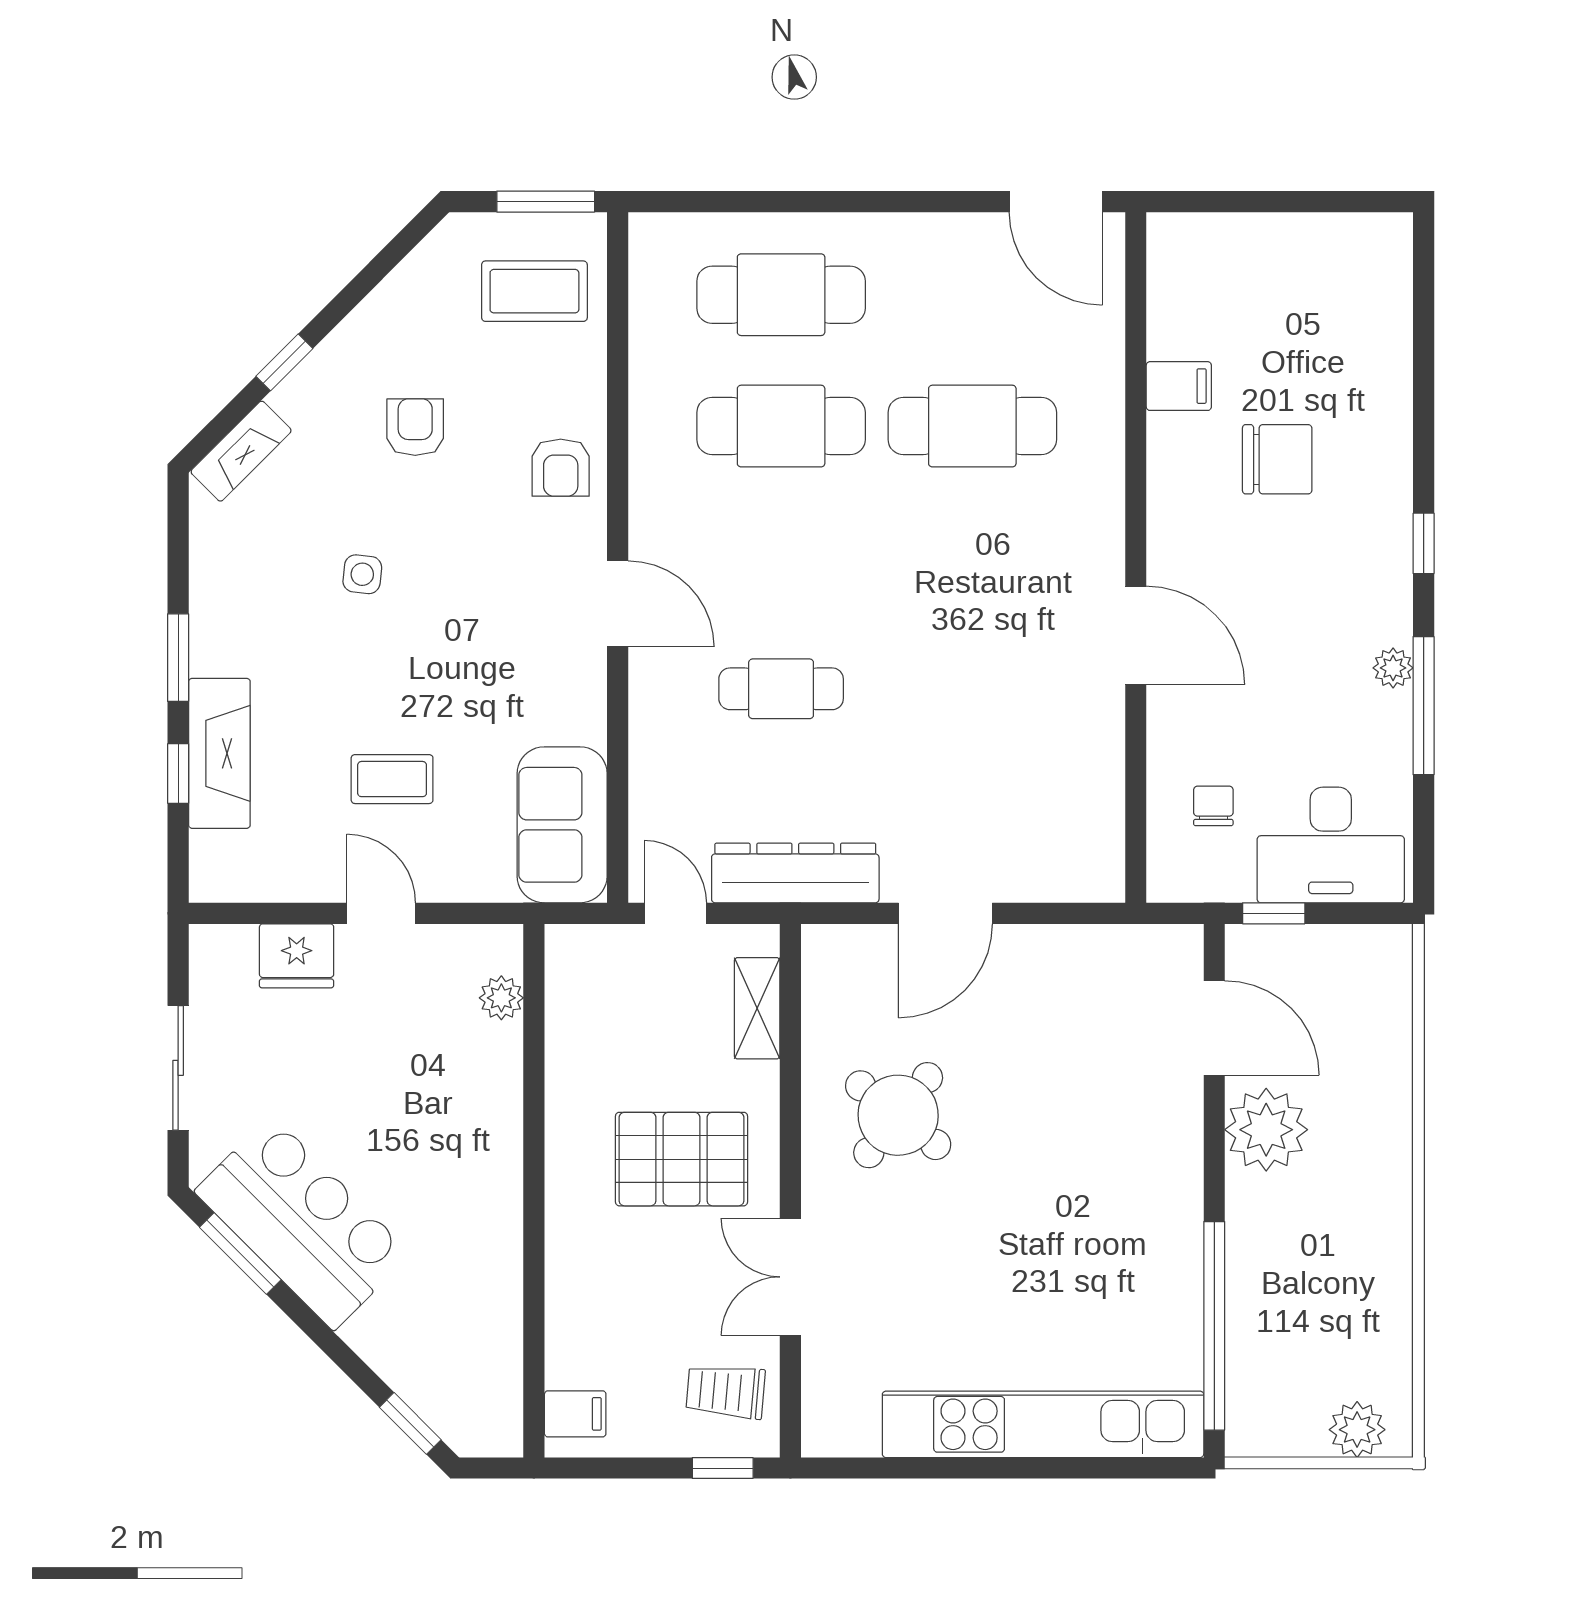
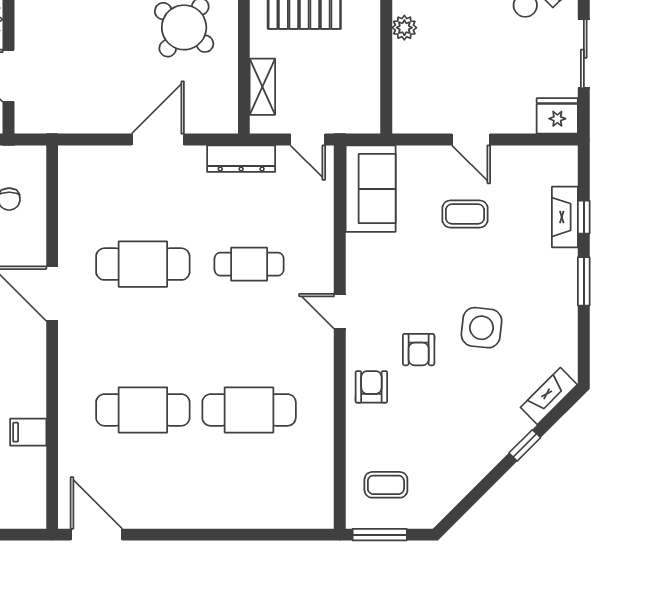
coffee table: (534, 291) -> (386, 485), width x0.73, depth x0.77
cafe table: (781, 295) -> (143, 264), moved
armchair: (415, 427) -> (419, 350), moved
side table: (362, 574) -> (482, 328), width x1.87, depth x1.87
door: (618, 604) -> (340, 311), width x0.73
fireplace: (219, 753) -> (565, 217), width x0.73, depth x0.76
dresser: (795, 873) -> (241, 159), width x0.73, depth x0.80
fridge: (297, 956) -> (557, 116), moved
plant: (501, 998) -> (404, 28), moved

